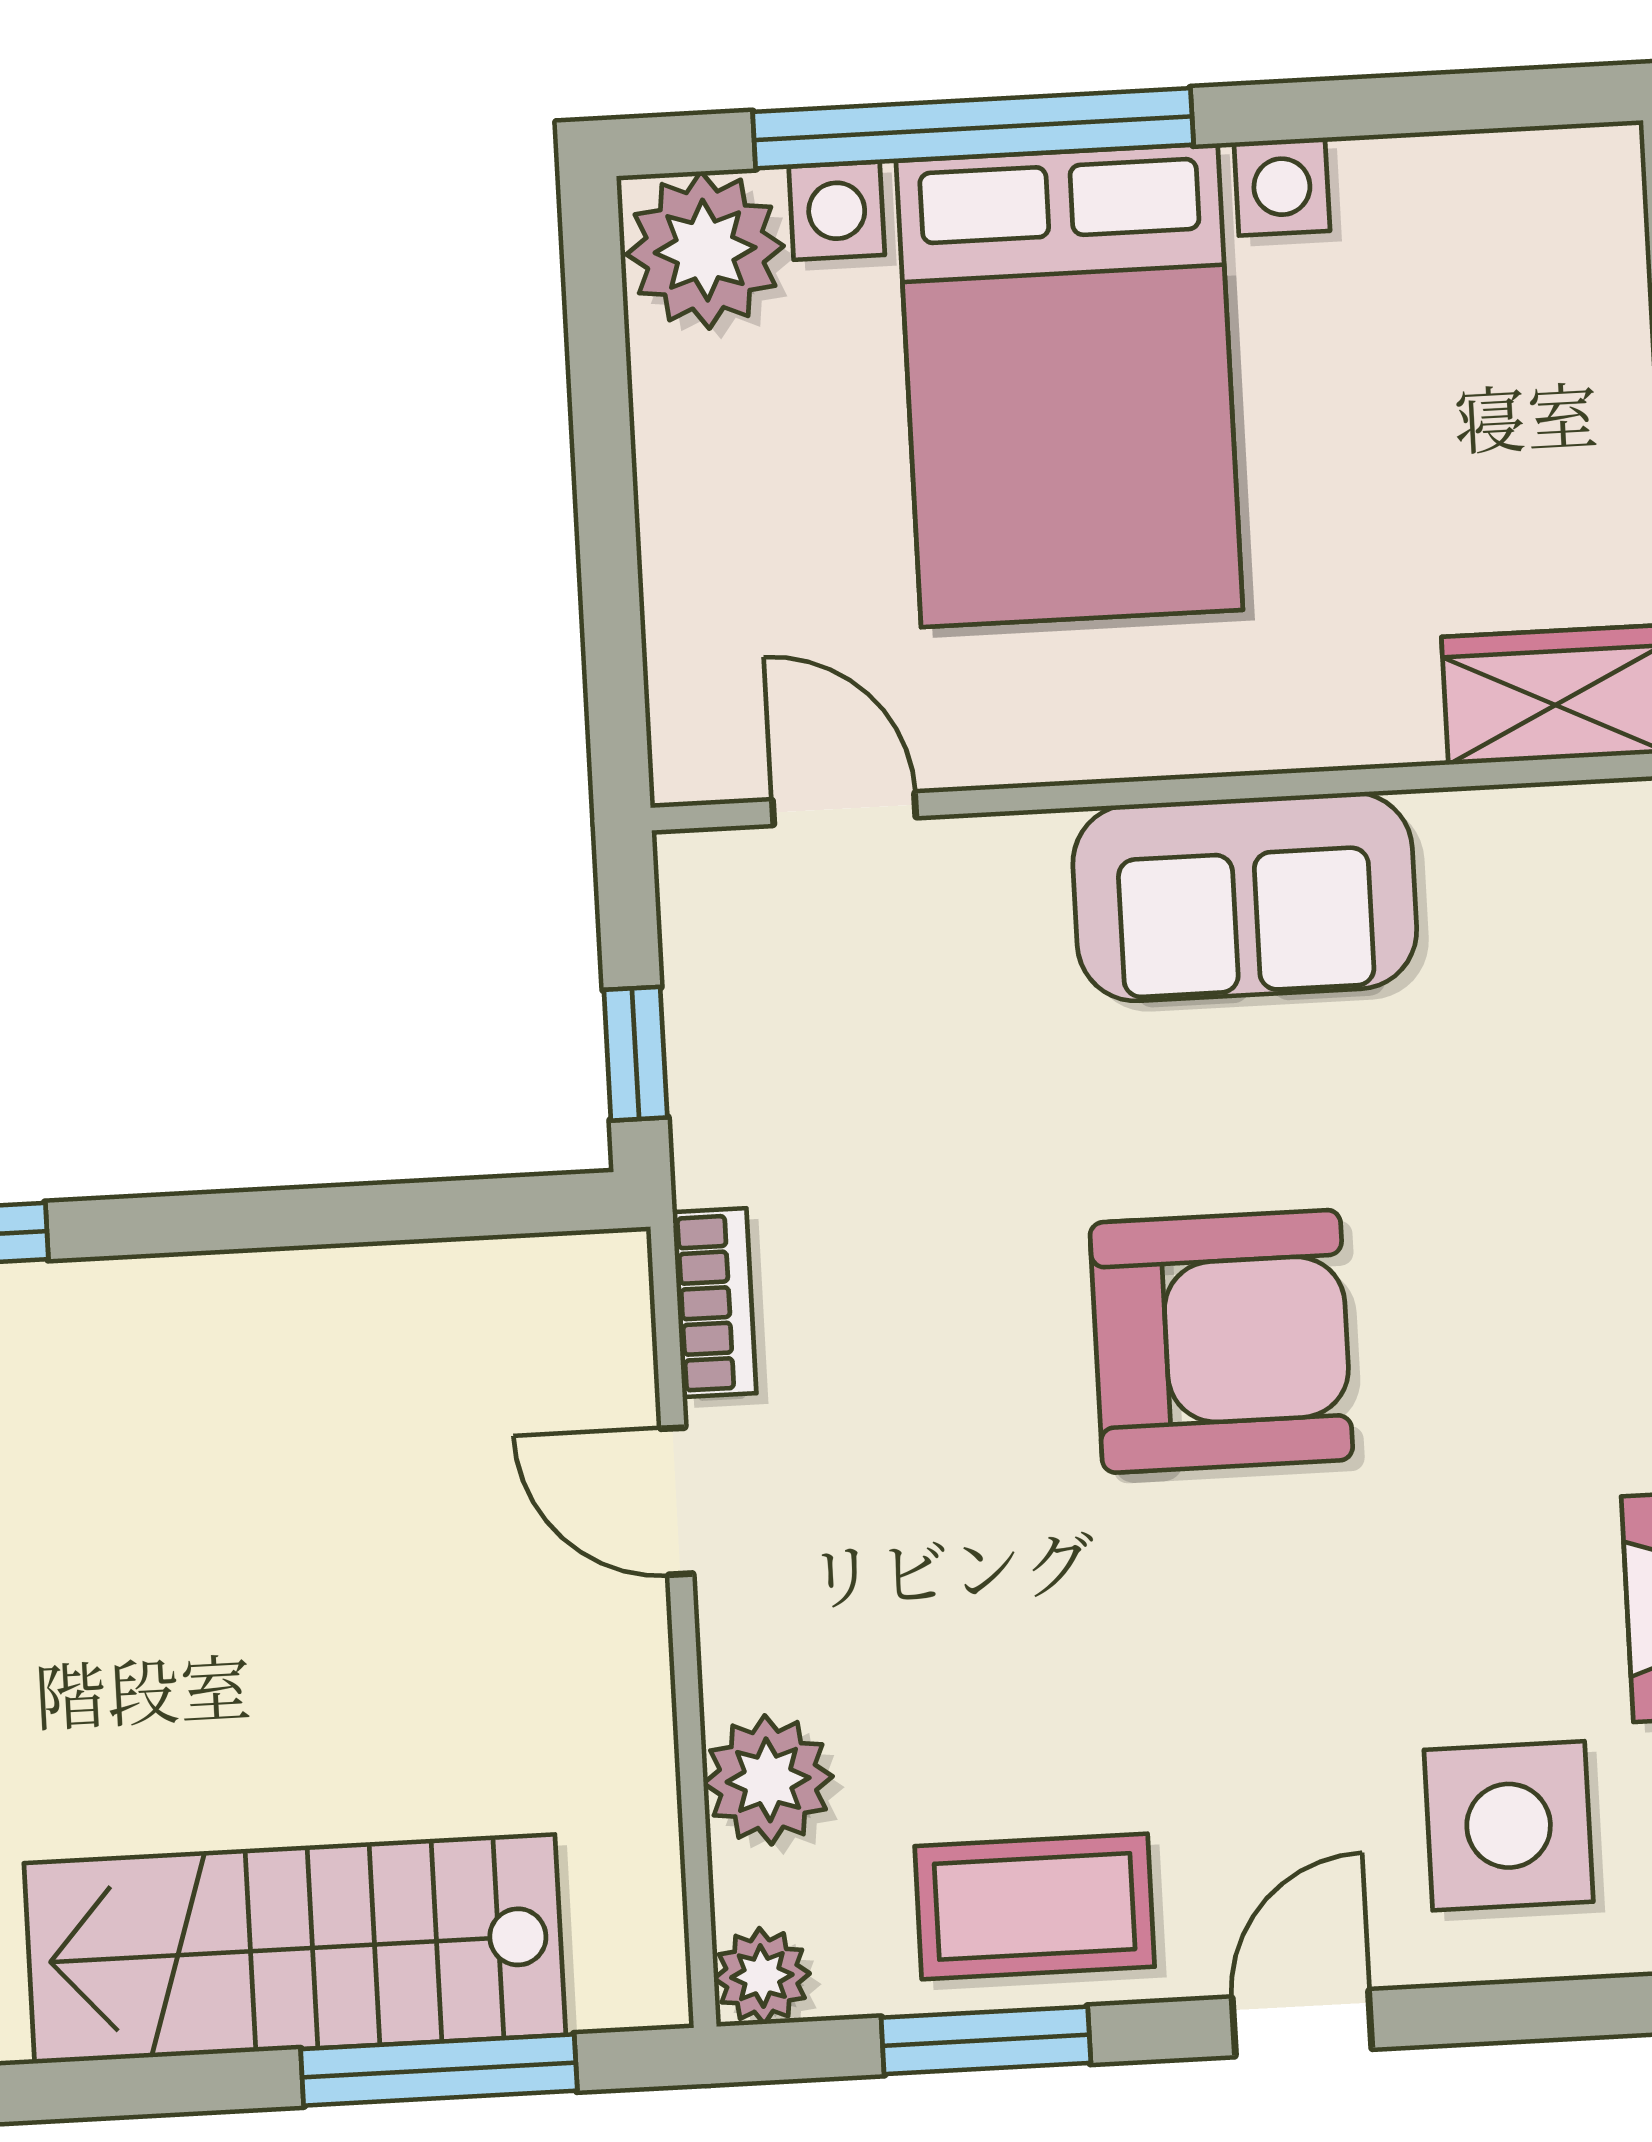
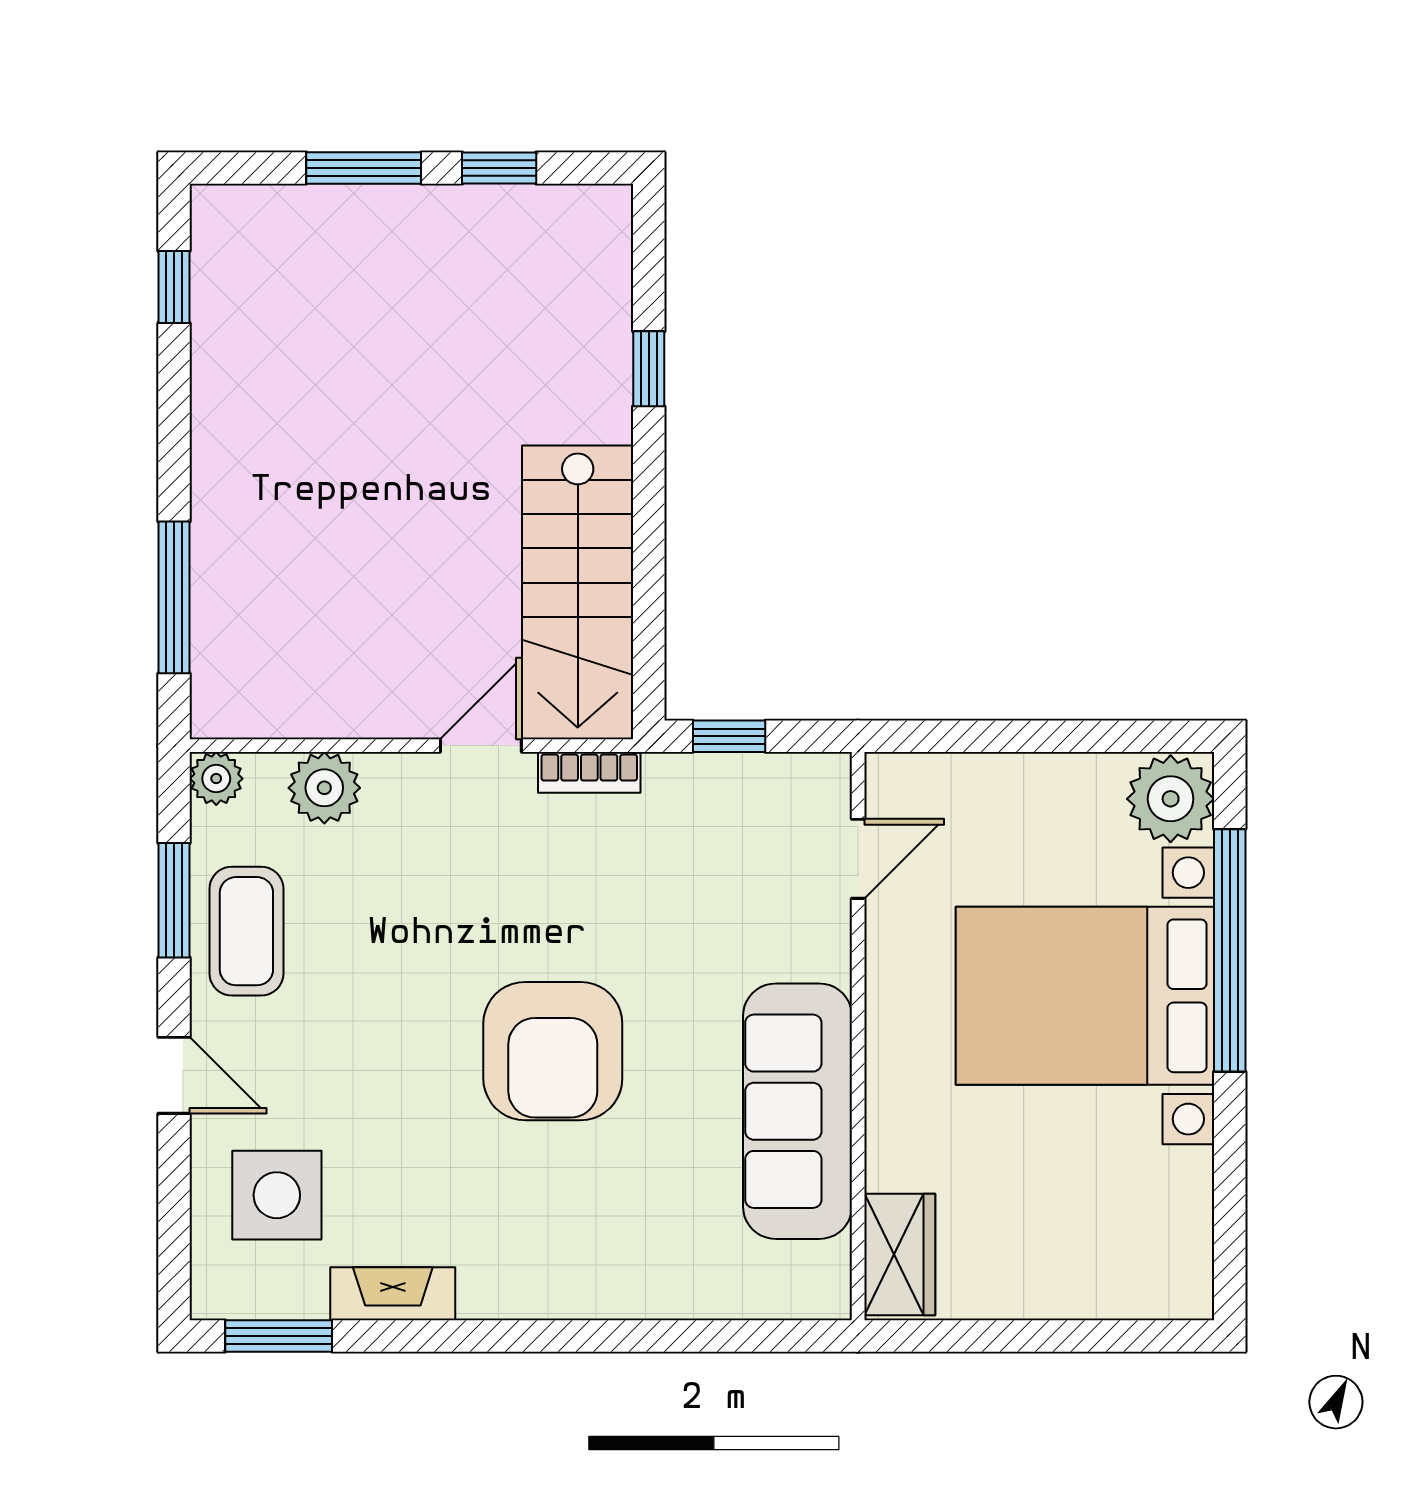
sofa: (1245, 897) -> (797, 1111), width x1.36
stairs: (295, 1949) -> (578, 592), moved, turned 180

